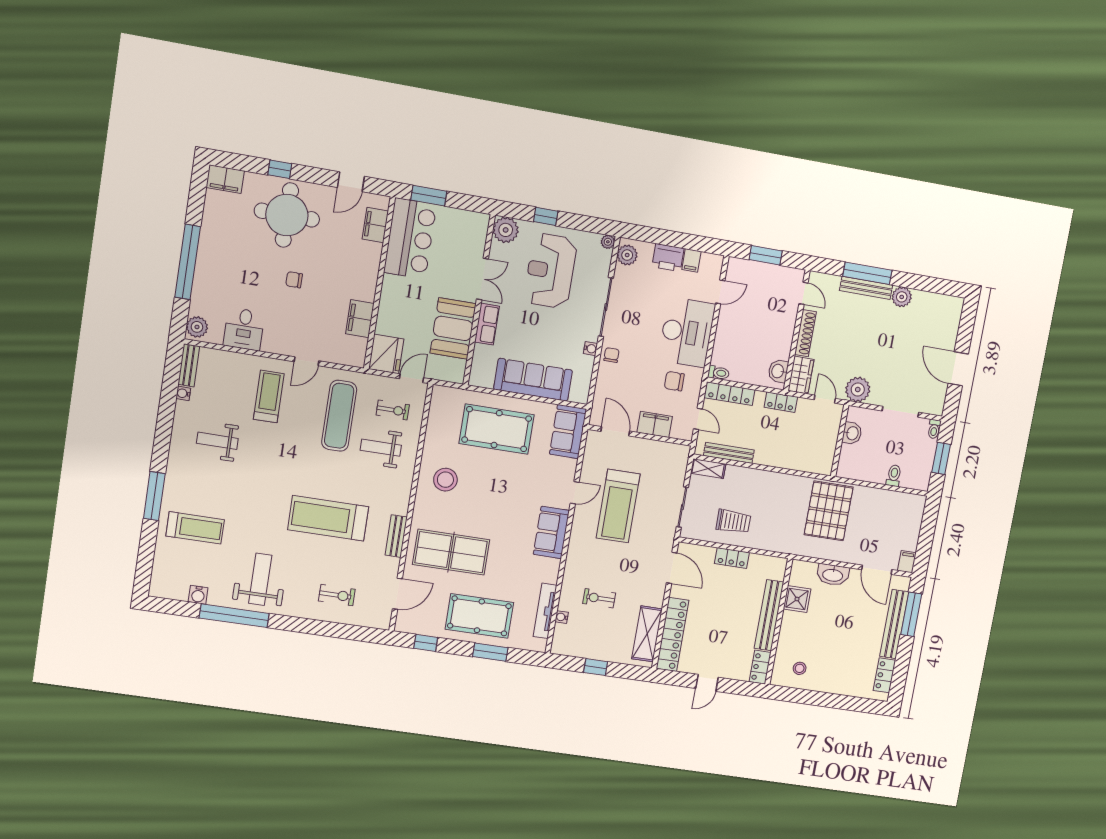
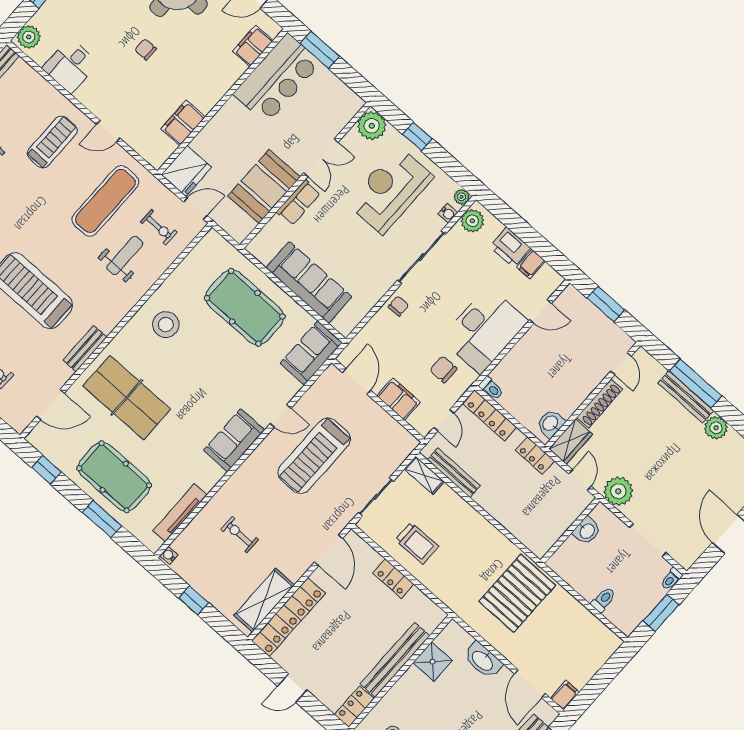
water cooler: (590, 349) -> (448, 213), moved
weight bench: (381, 448) -> (125, 255), turned 90
water cooler: (562, 617) -> (169, 555), moved

